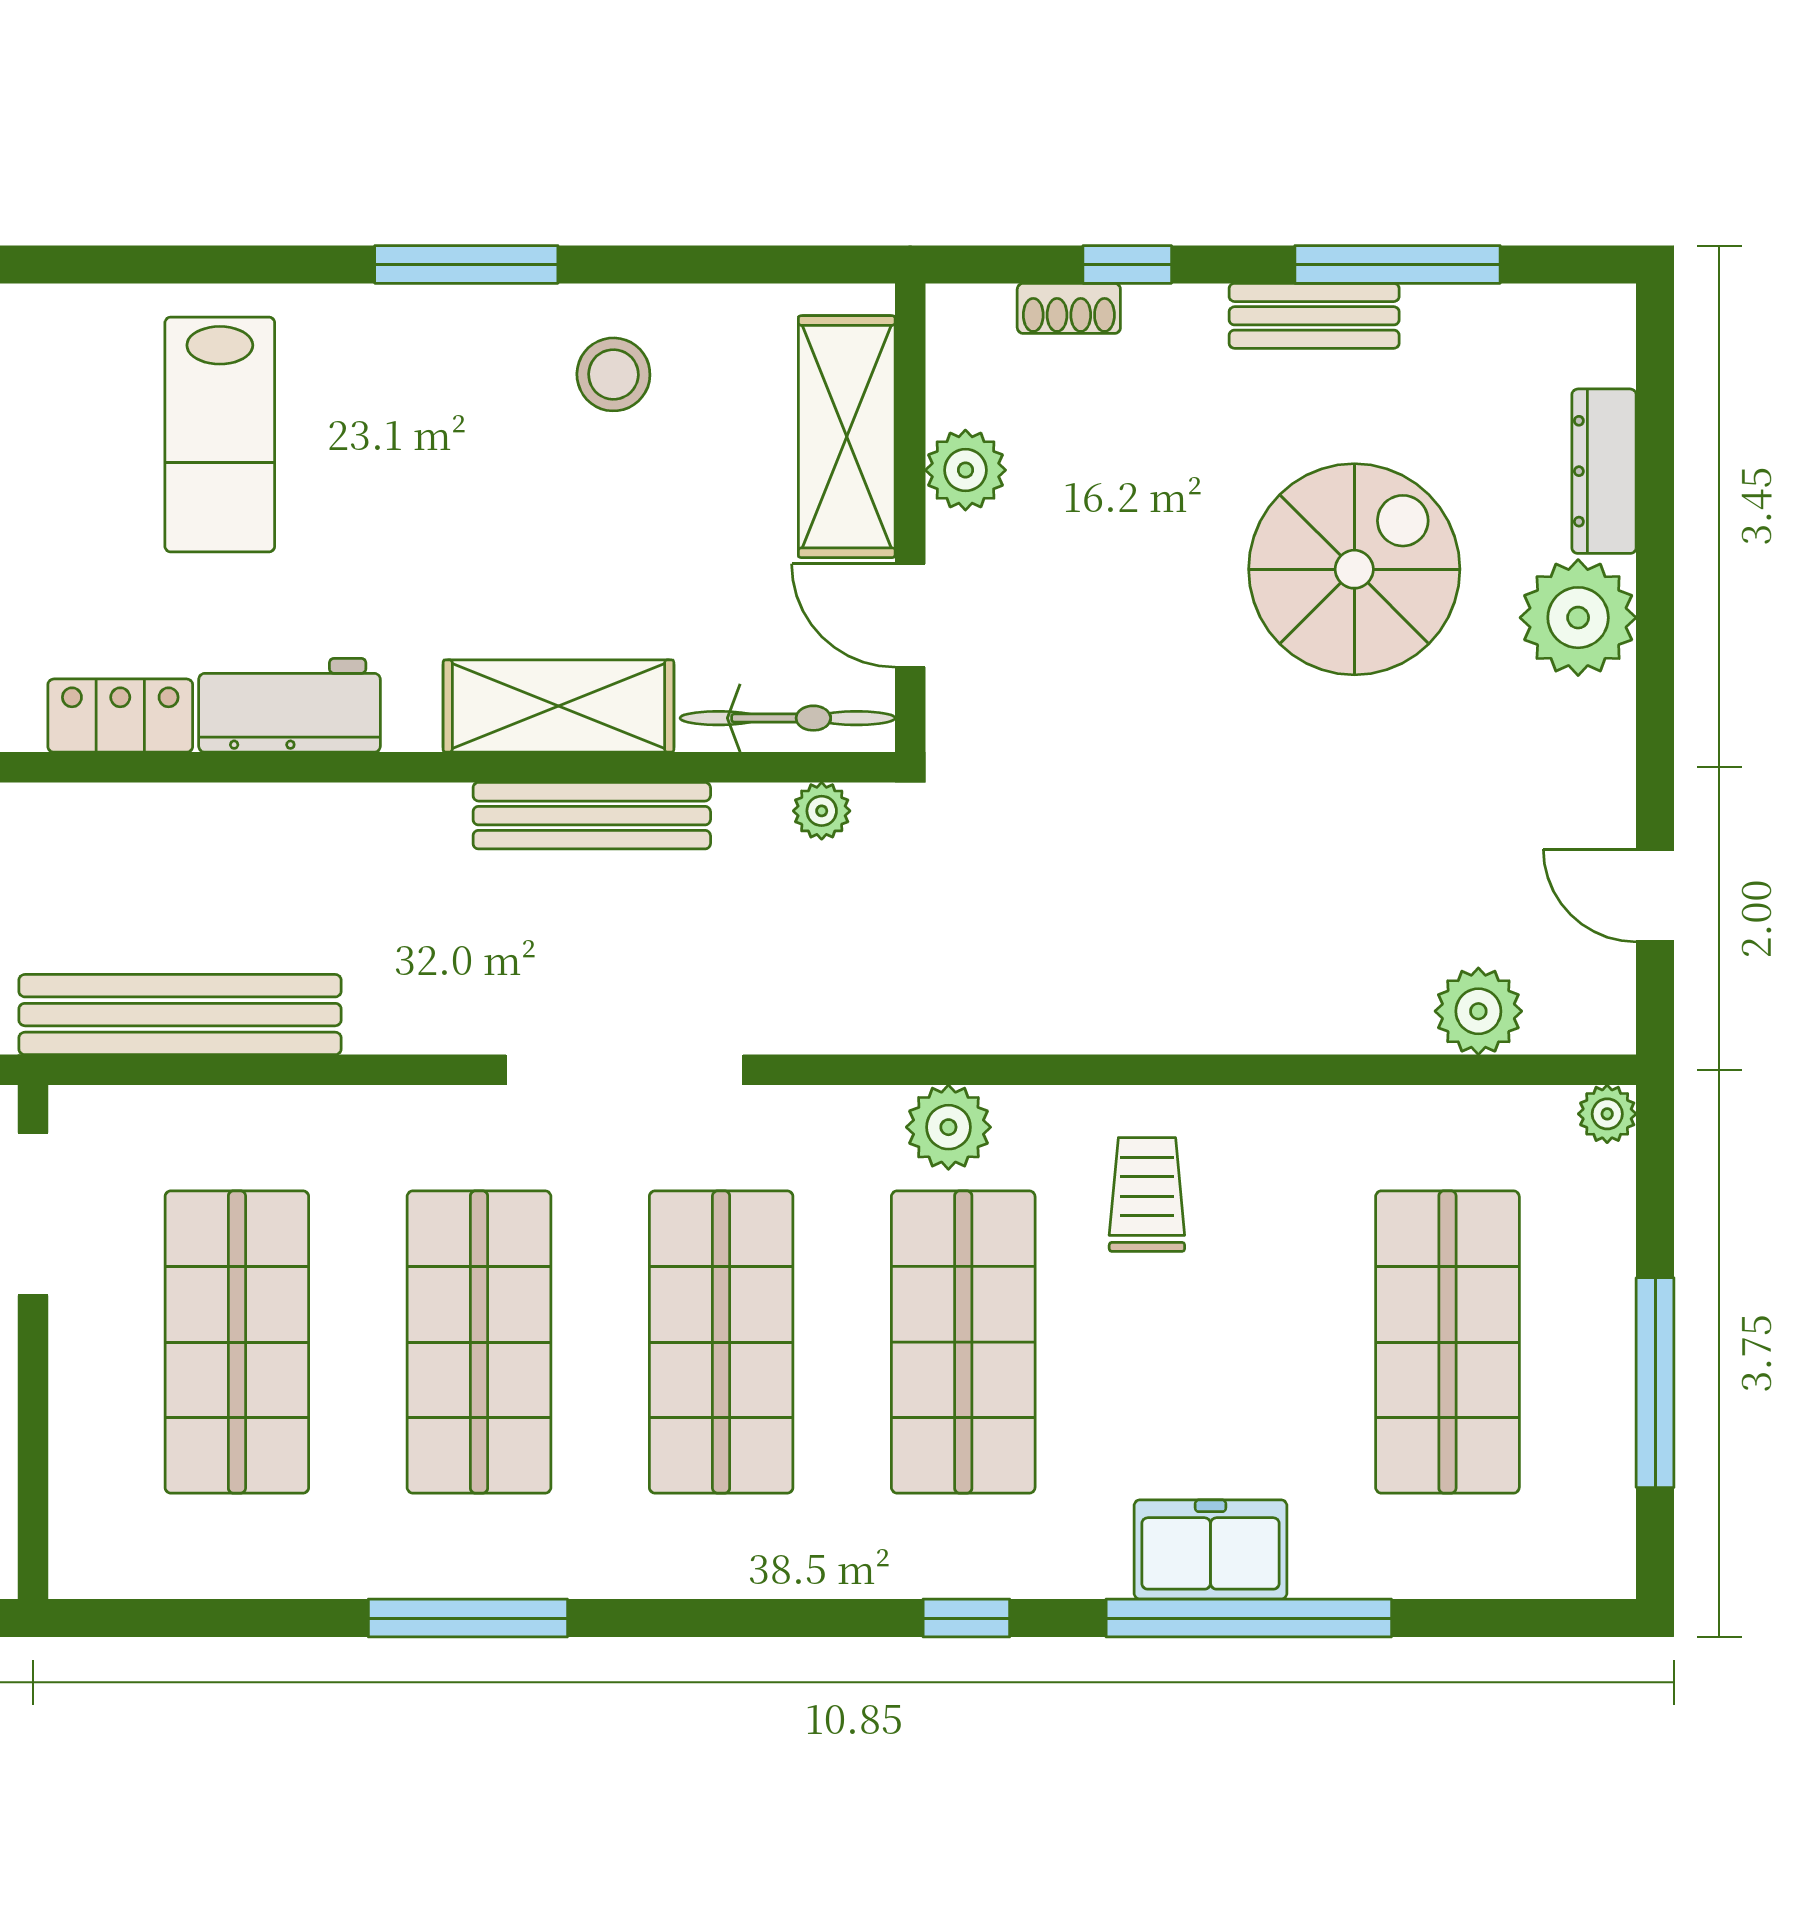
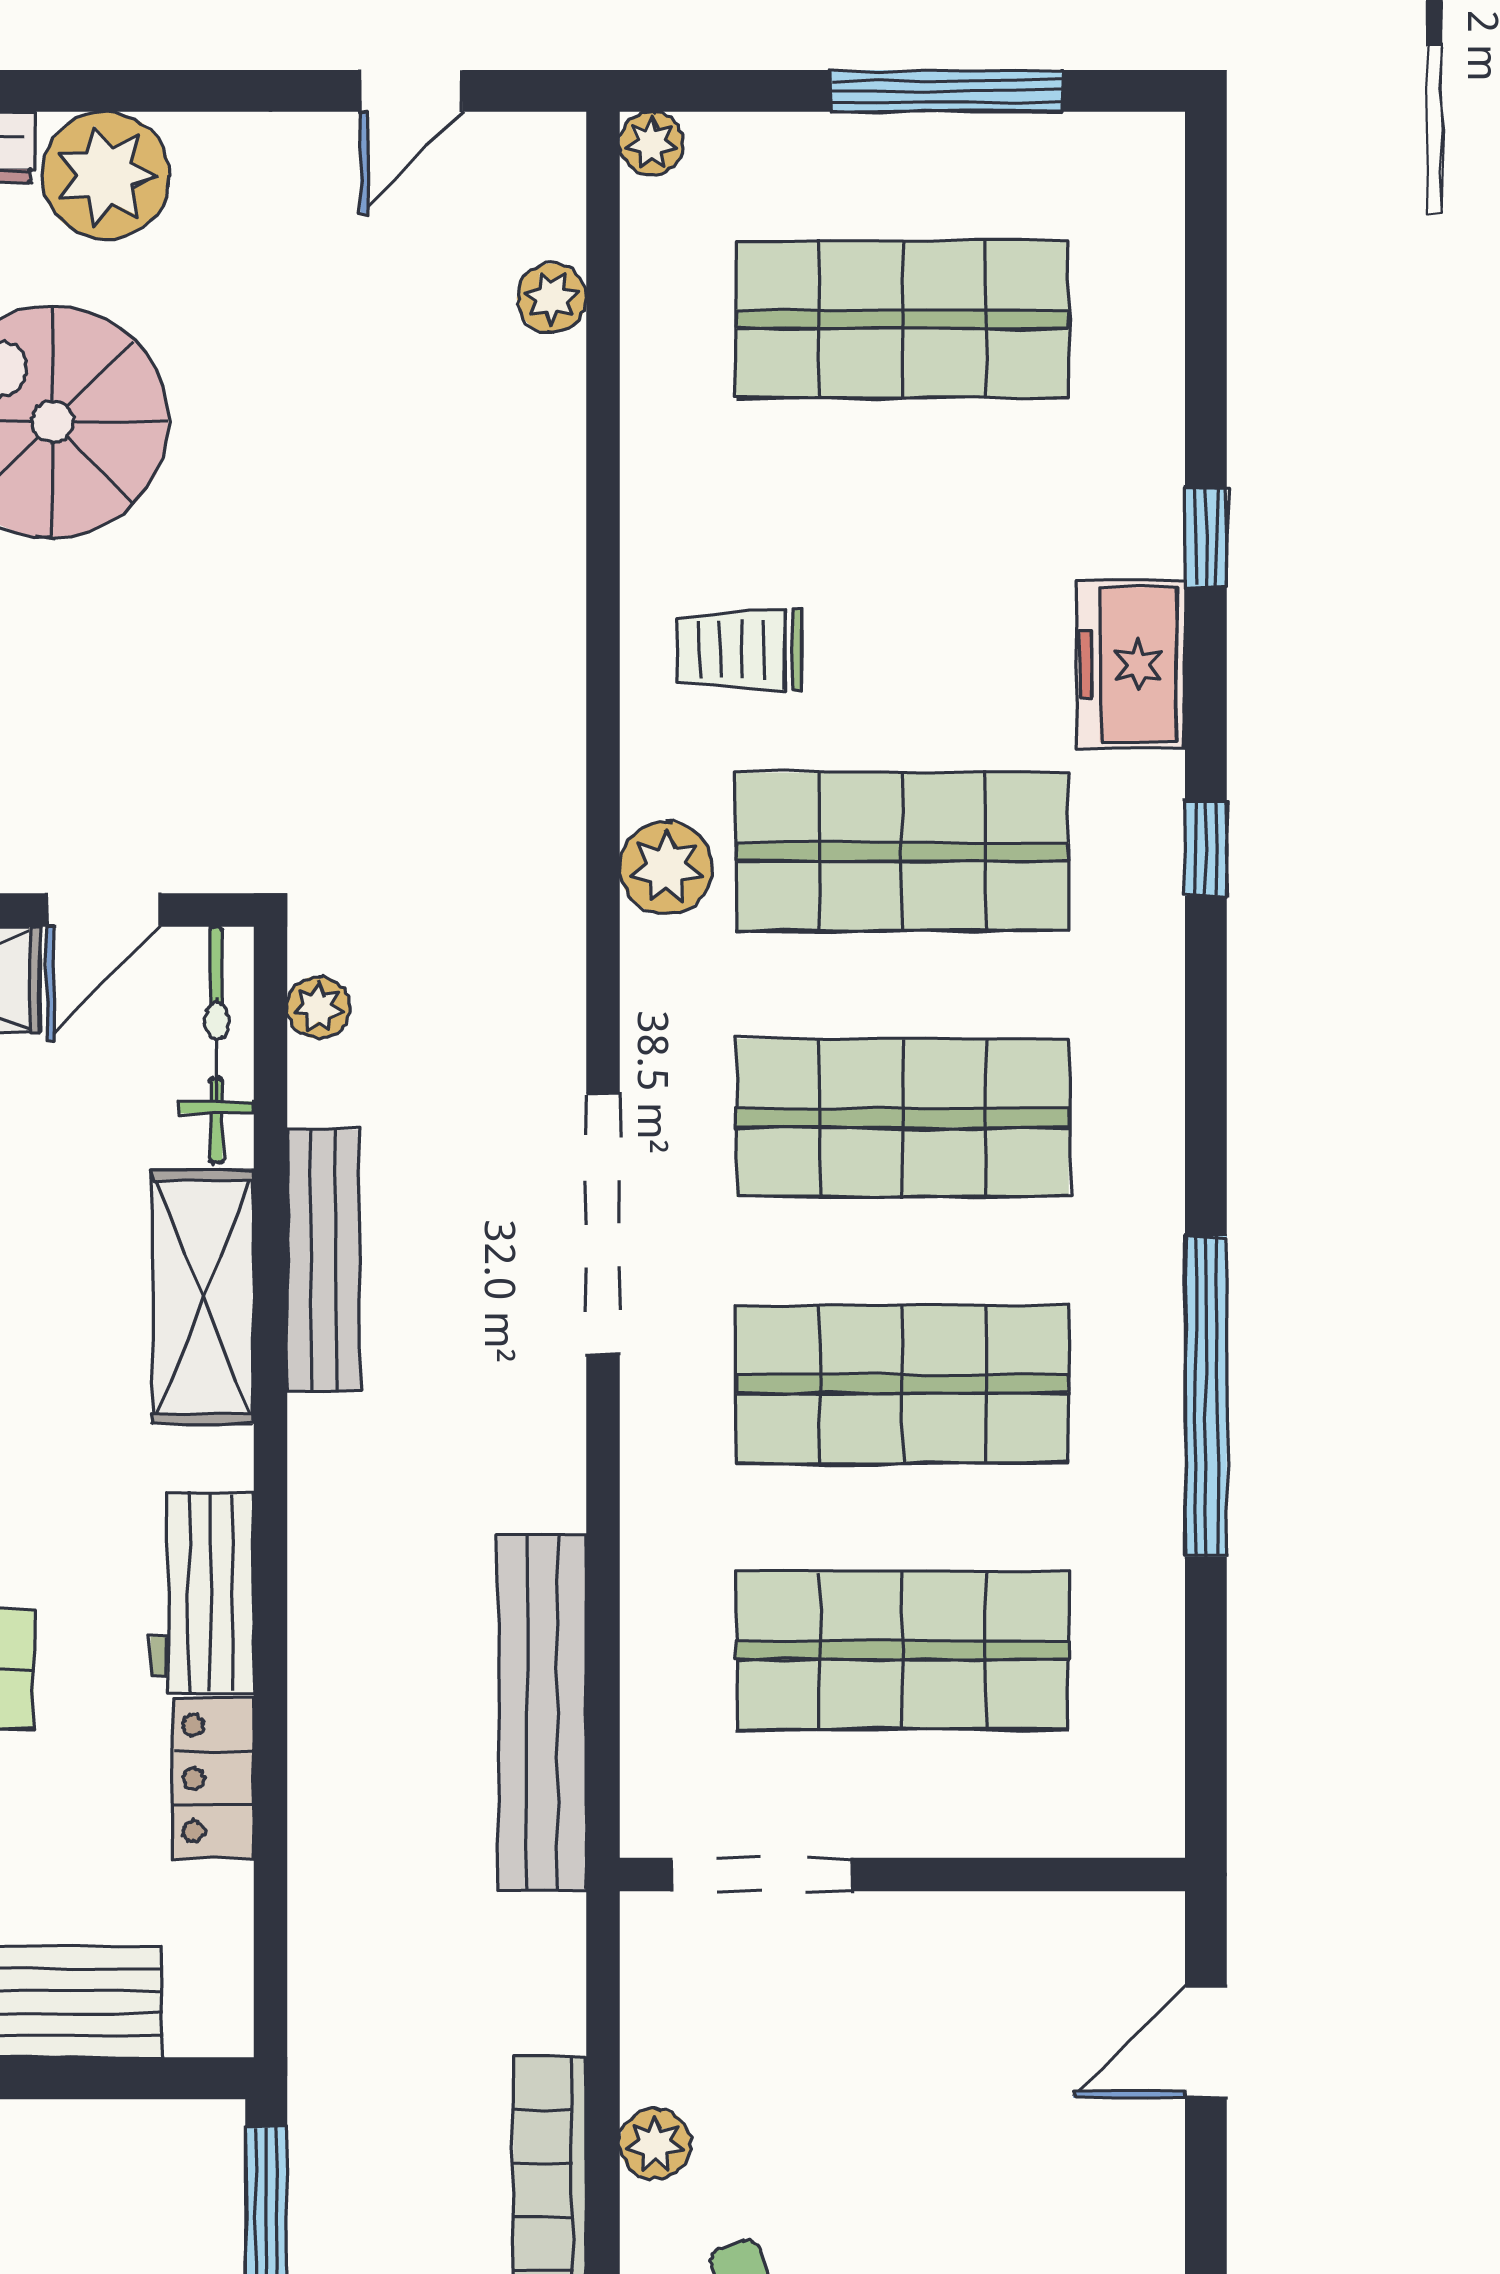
plant: (1478, 1011) -> (552, 298), width x0.73, depth x0.73
freezer: (1210, 1549) -> (1131, 665), moved
window: (468, 1618) -> (1206, 1396), width x1.46
window: (1249, 1618) -> (1206, 538), width x0.32

